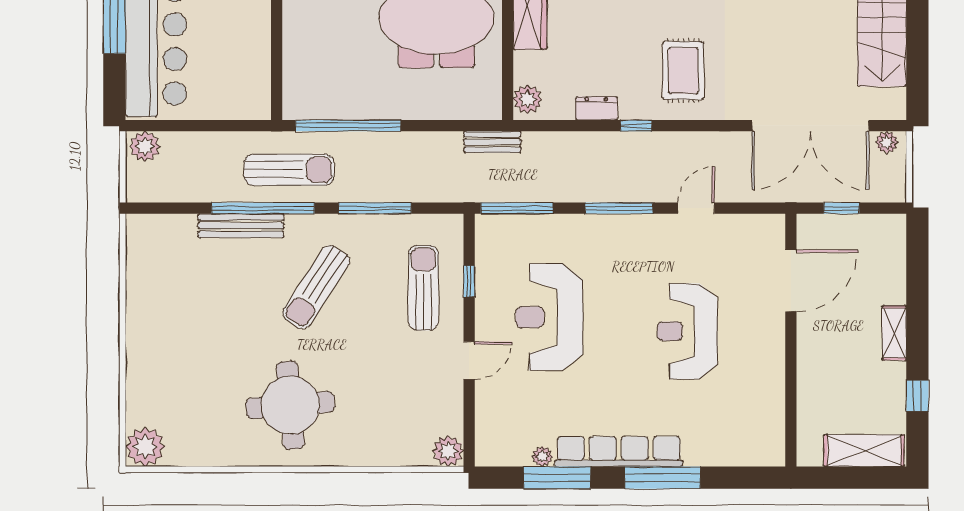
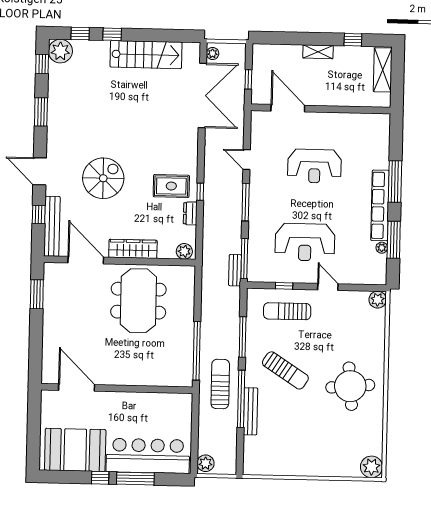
rug: (683, 71) -> (171, 186), moved
bench: (492, 142) -> (235, 270), moved

